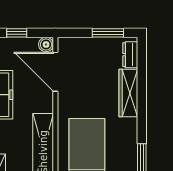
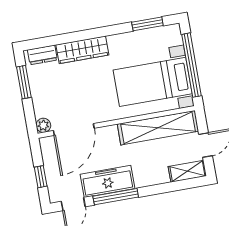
plant: (64, 44) -> (43, 125), added
boiler: (46, 45) -> (47, 144), removed

